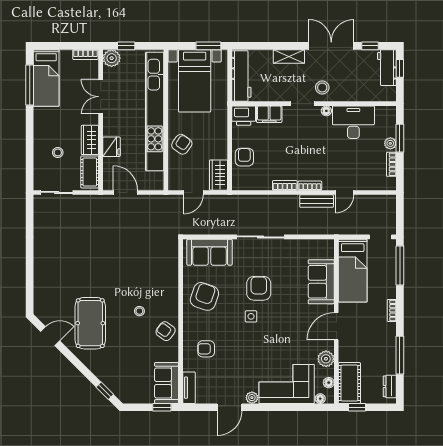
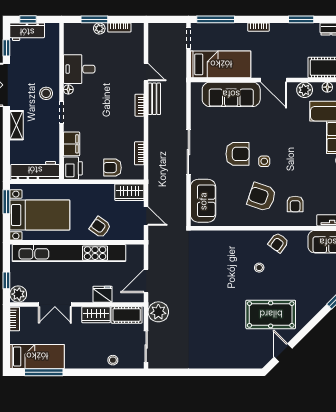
desk: (353, 122) -> (79, 69), width x0.73
stool: (58, 152) -> (113, 360), moved
bookcase: (285, 185) -> (139, 153), moved
plant: (93, 205) -> (158, 312), added
sofa: (321, 282) -> (231, 94), width x1.36
armchair: (259, 288) -> (237, 154), turned 180
armchair: (204, 296) -> (262, 197), moved
window: (400, 355) -> (301, 19), width x0.69

